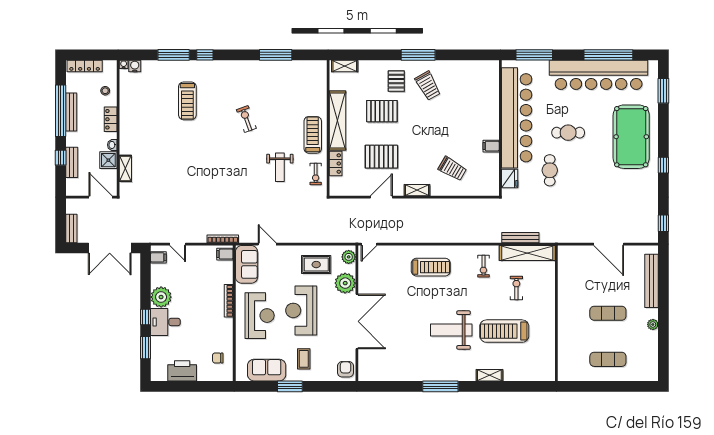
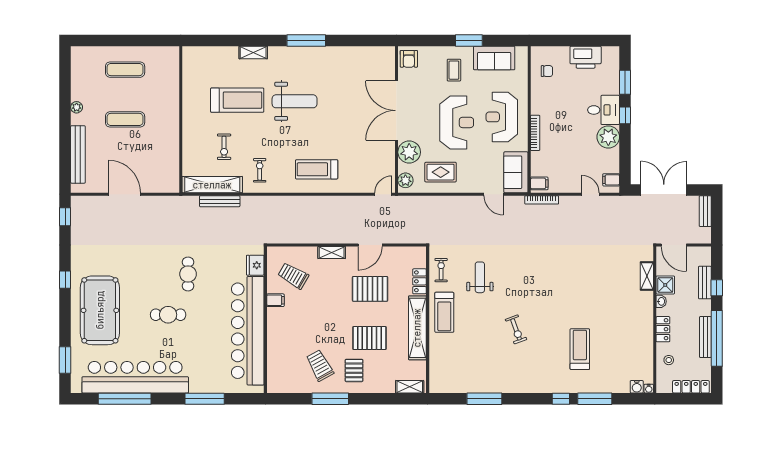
bar counter: (517, 118) -> (248, 331), moved
wall: (500, 128) -> (265, 320), moved
filing cabinet: (491, 146) -> (275, 300), moved
fridge: (510, 178) -> (255, 265), moved

